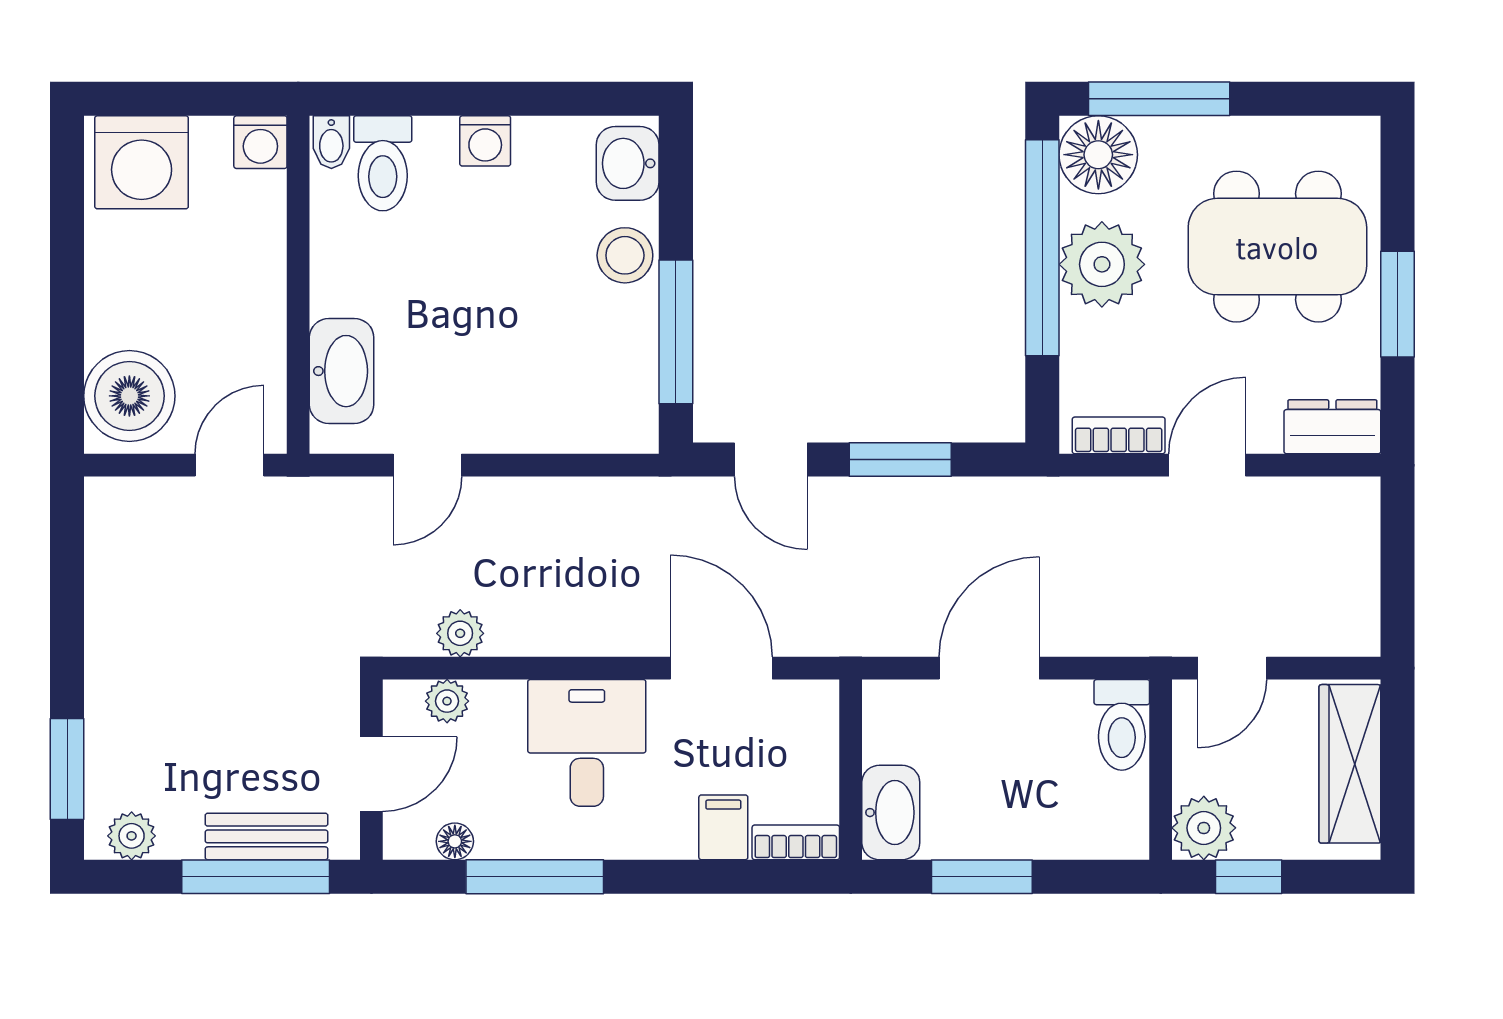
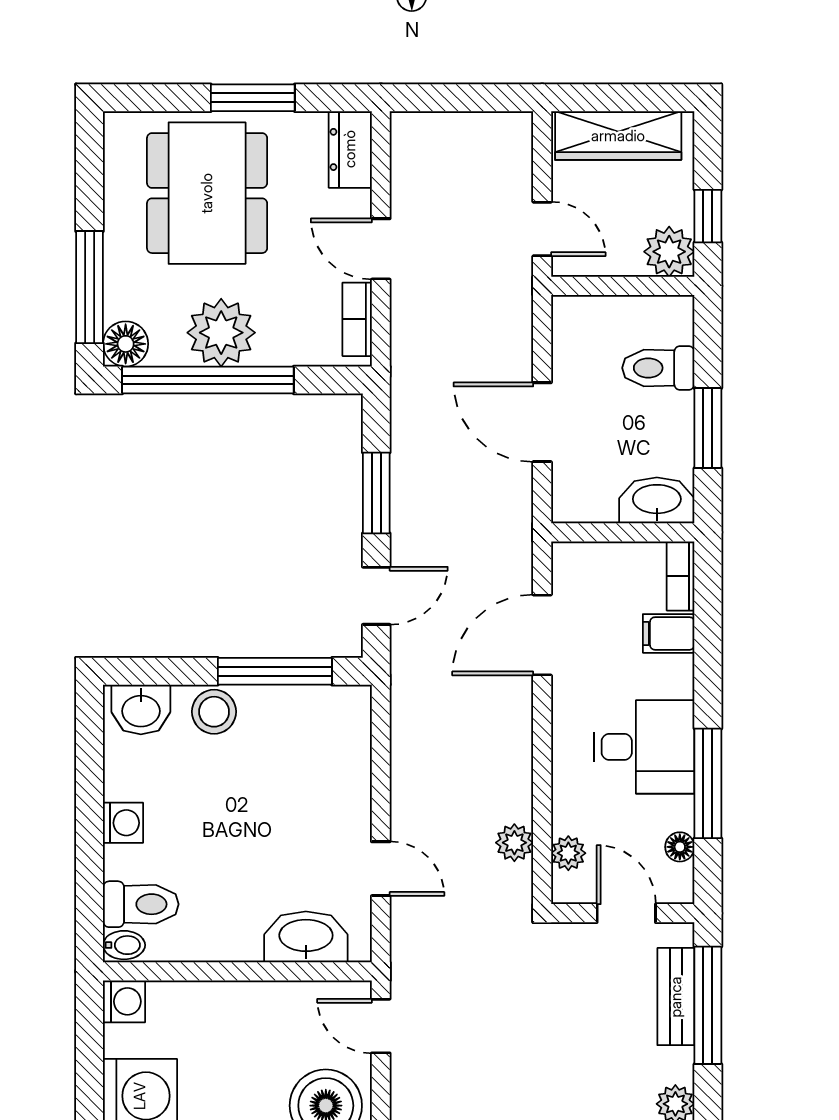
floor lamp: (1098, 155) -> (126, 344), width x0.73, depth x0.73
toilet: (1122, 725) -> (658, 368), moved, turned 180
desk: (587, 743) -> (644, 747), moved, turned 180

